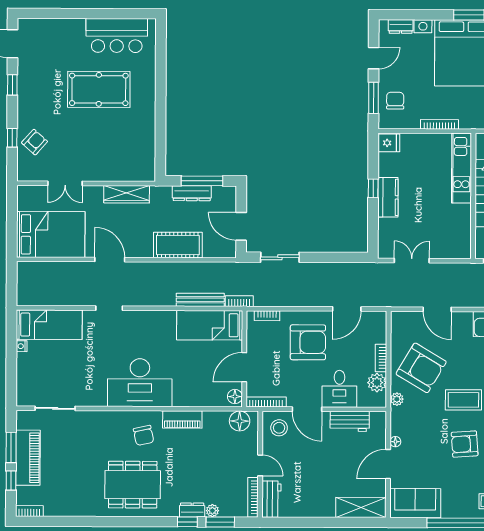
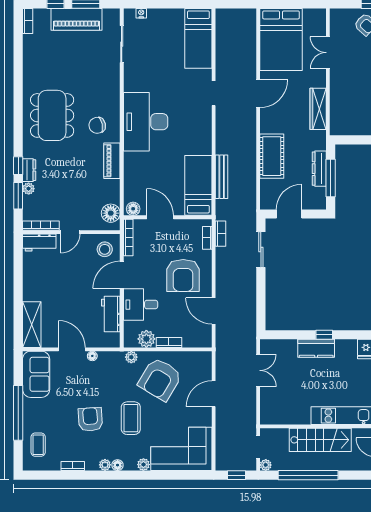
bookcase: (239, 301) -> (221, 234), moved
nightstand: (22, 346) -> (141, 13), moved

